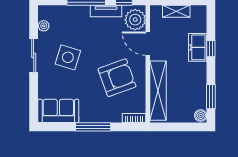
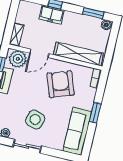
shelving: (176, 11) -> (16, 35), moved
sofa: (58, 111) -> (77, 131), width x1.36
window: (93, 127) -> (95, 112), width x0.69

